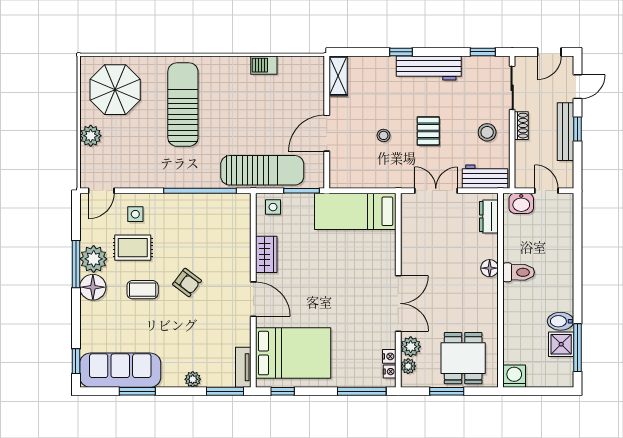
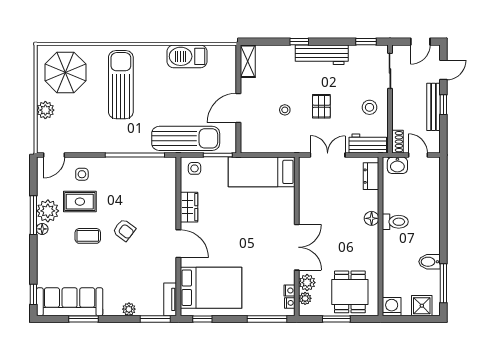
barbecue: (264, 65) -> (187, 56), width x1.88, depth x1.53
shoe rack: (521, 126) -> (397, 142), moved
floor lamp: (93, 287) -> (42, 229), width x0.53, depth x0.53
shower: (561, 344) -> (422, 306), moved

